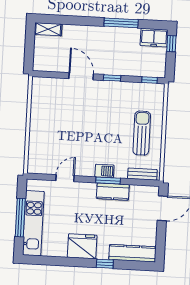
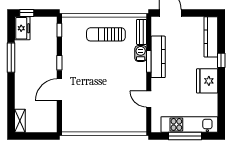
barbecue: (104, 171) -> (141, 53), moved
kitchen counter: (113, 192) -> (158, 57), width x1.50

